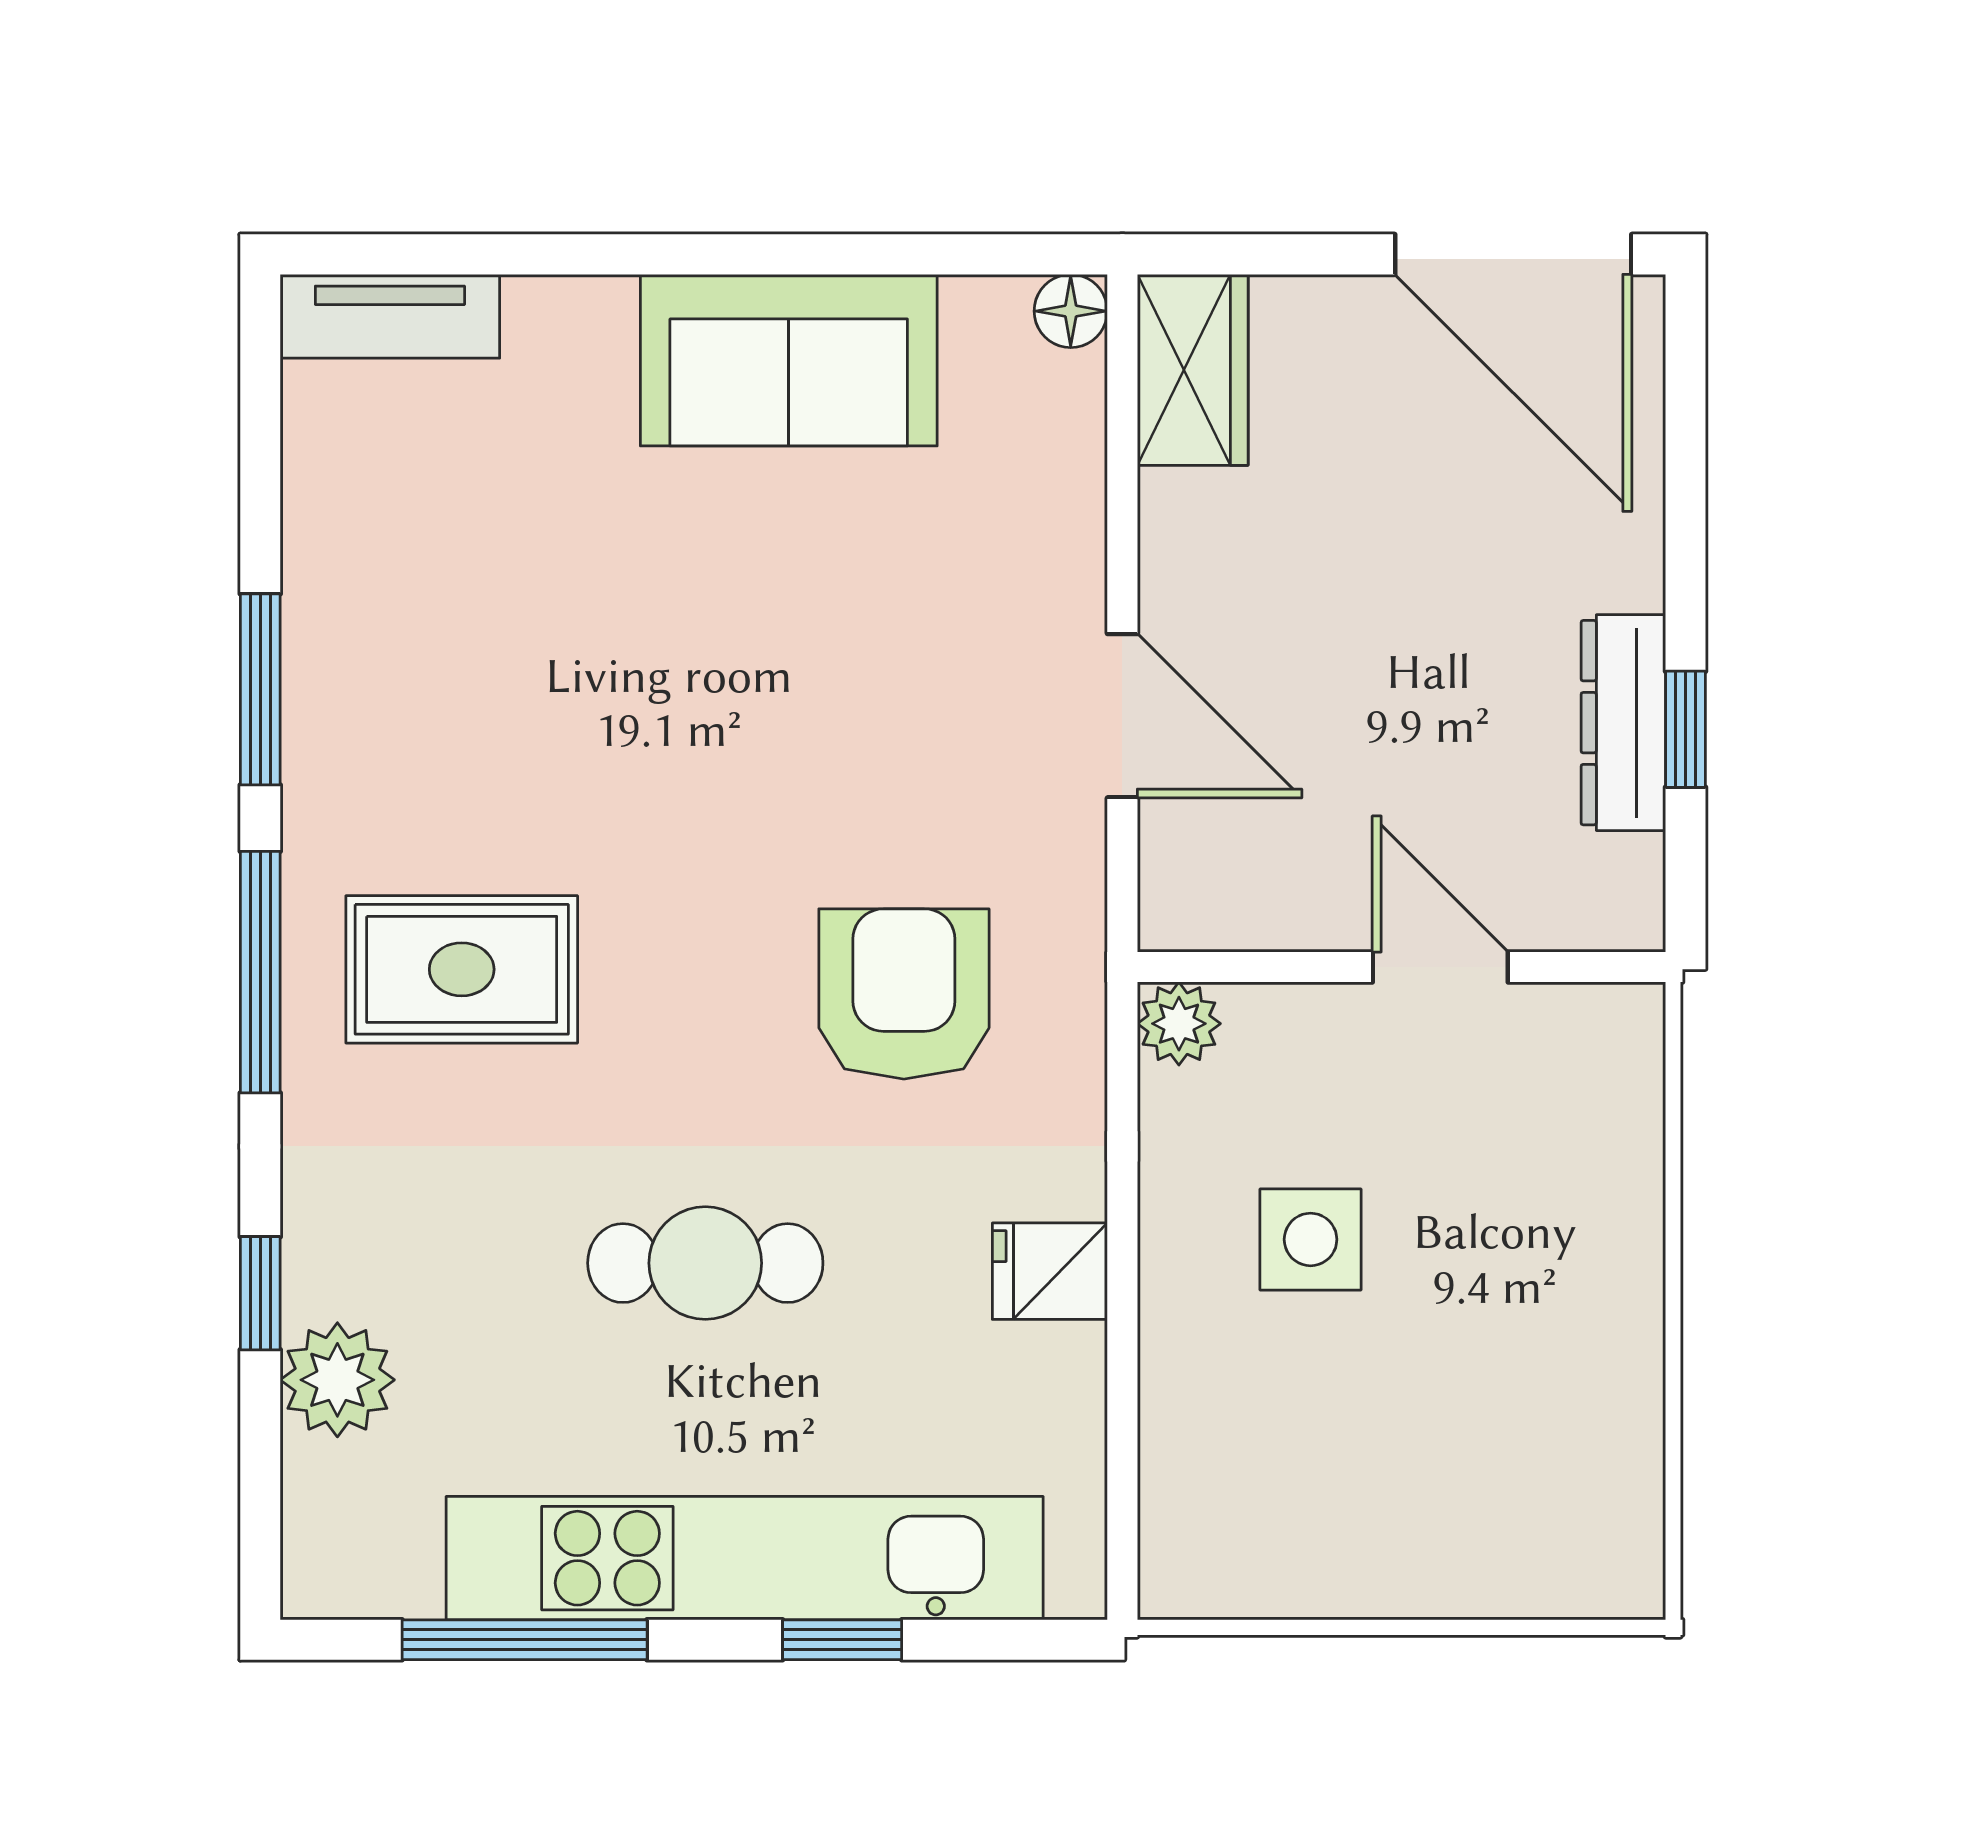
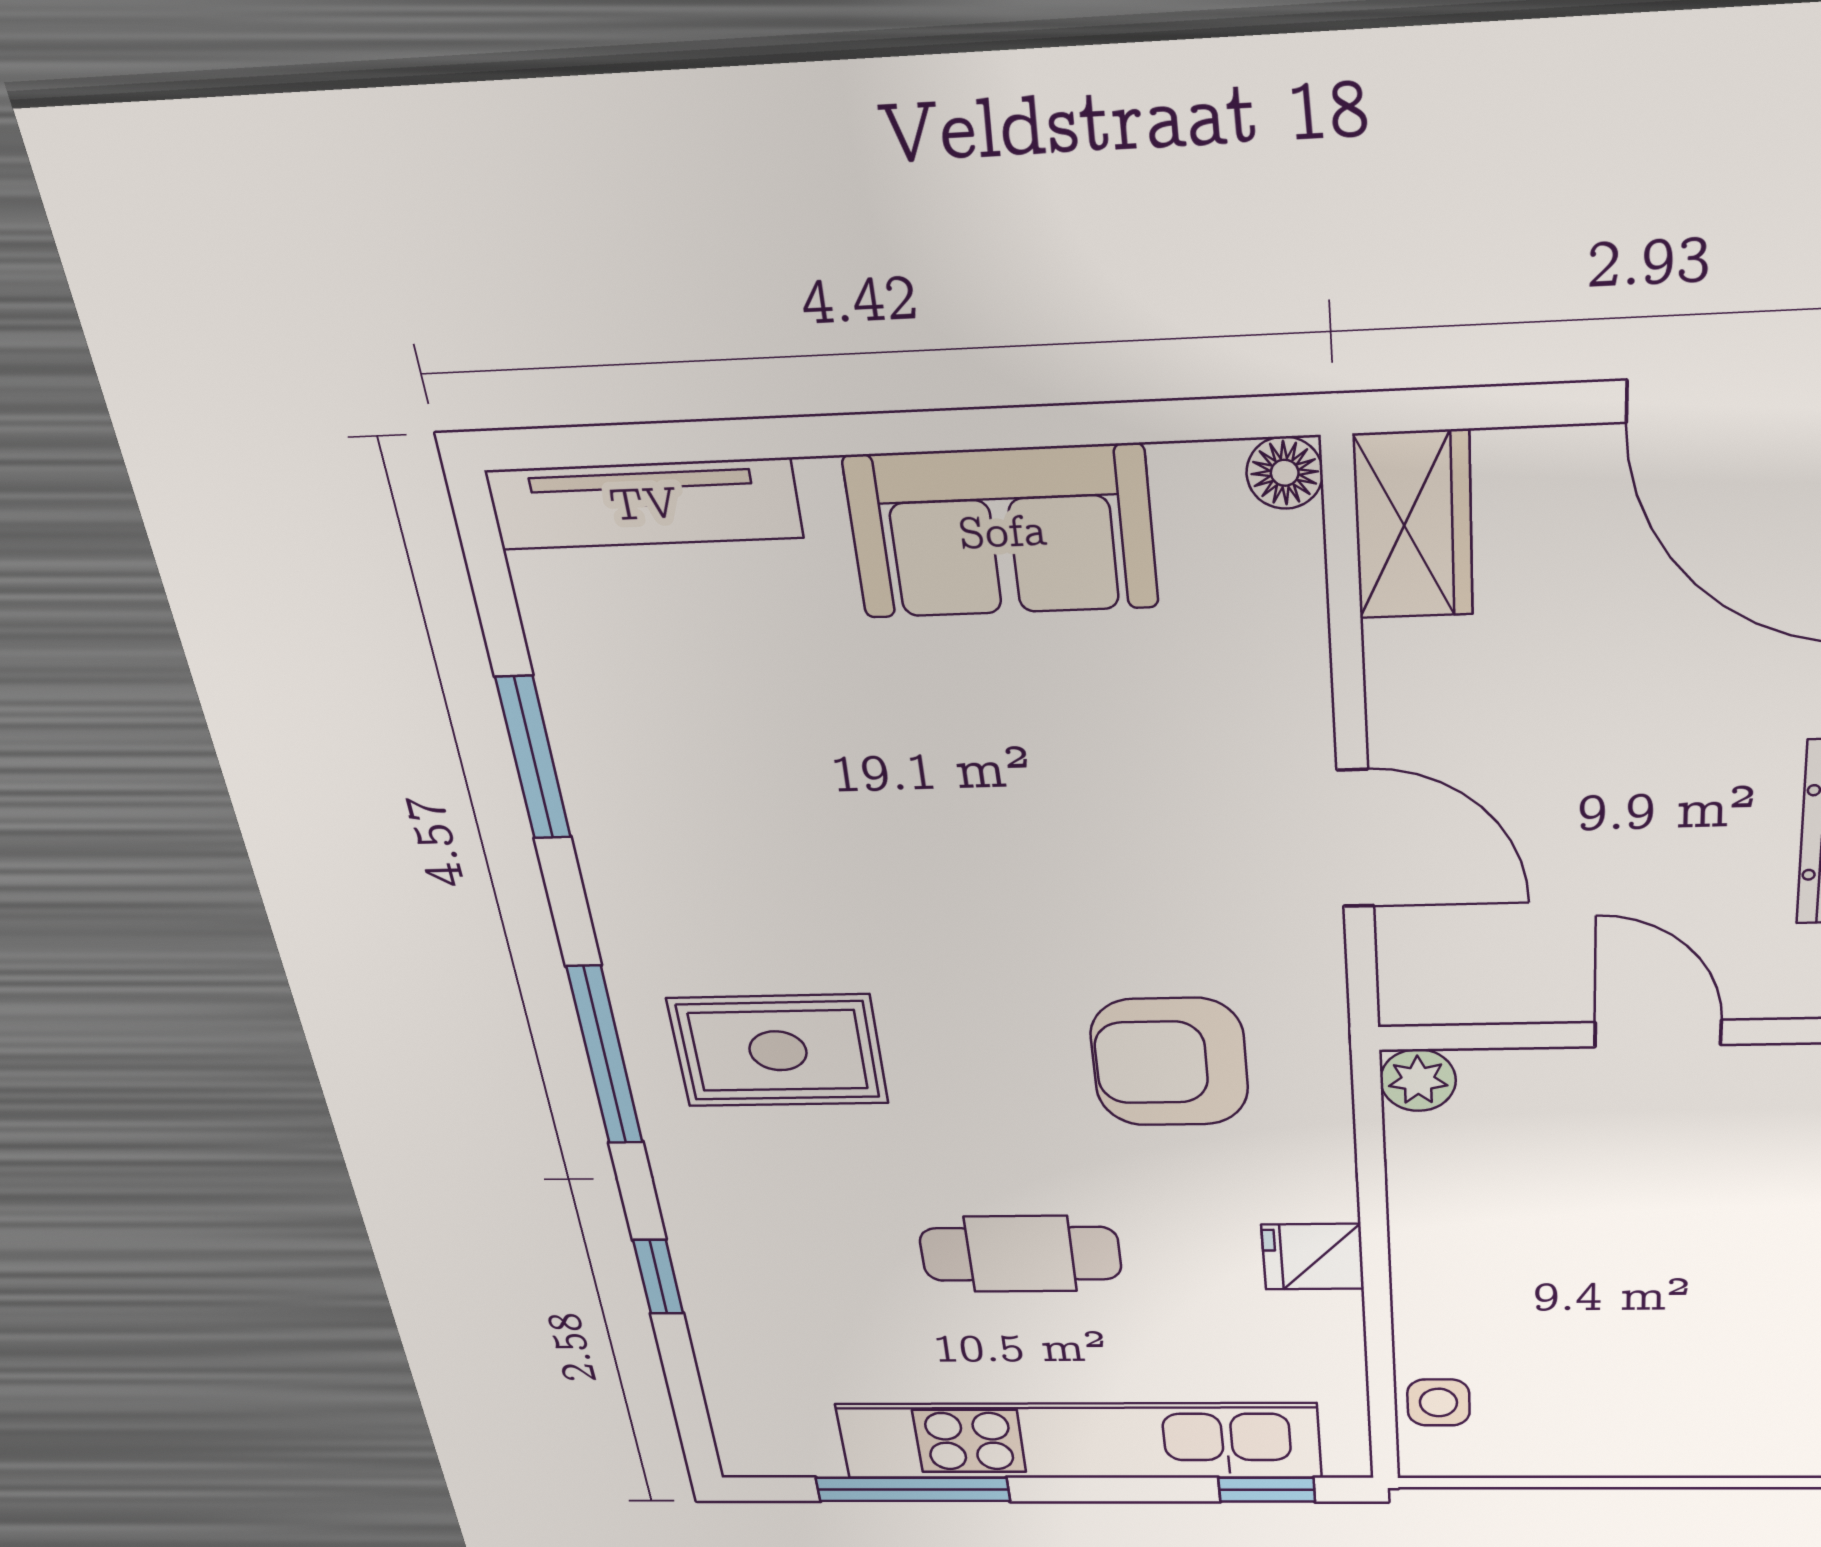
tv unit: (390, 316) -> (644, 504), width x1.41
window: (260, 689) -> (534, 758), moved
armchair: (904, 994) -> (1169, 1062), turned -90
side table: (1311, 1239) -> (1438, 1402), moved, width x0.73, depth x0.73
plant: (337, 1380) -> (733, 1332), removed
window: (842, 1640) -> (1267, 1490), moved

